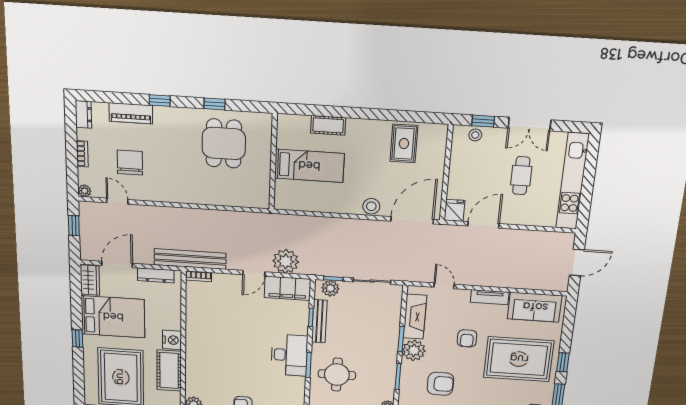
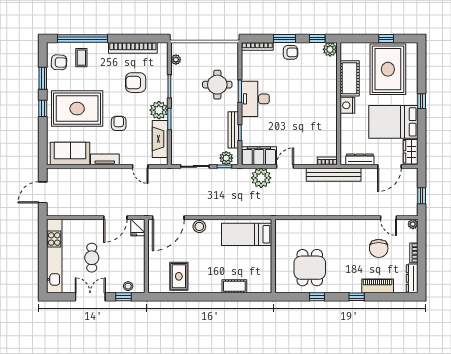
dresser: (83, 114) -> (412, 278), width x1.44
bed: (309, 166) -> (247, 234), moved

